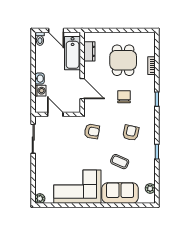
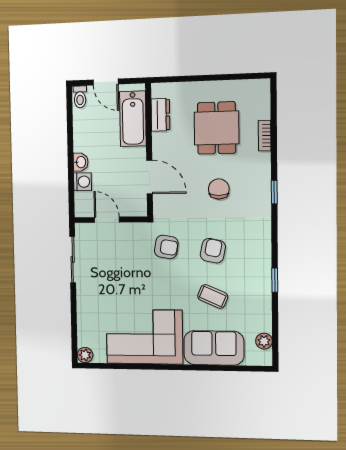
armchair: (131, 133) -> (213, 251), moved

